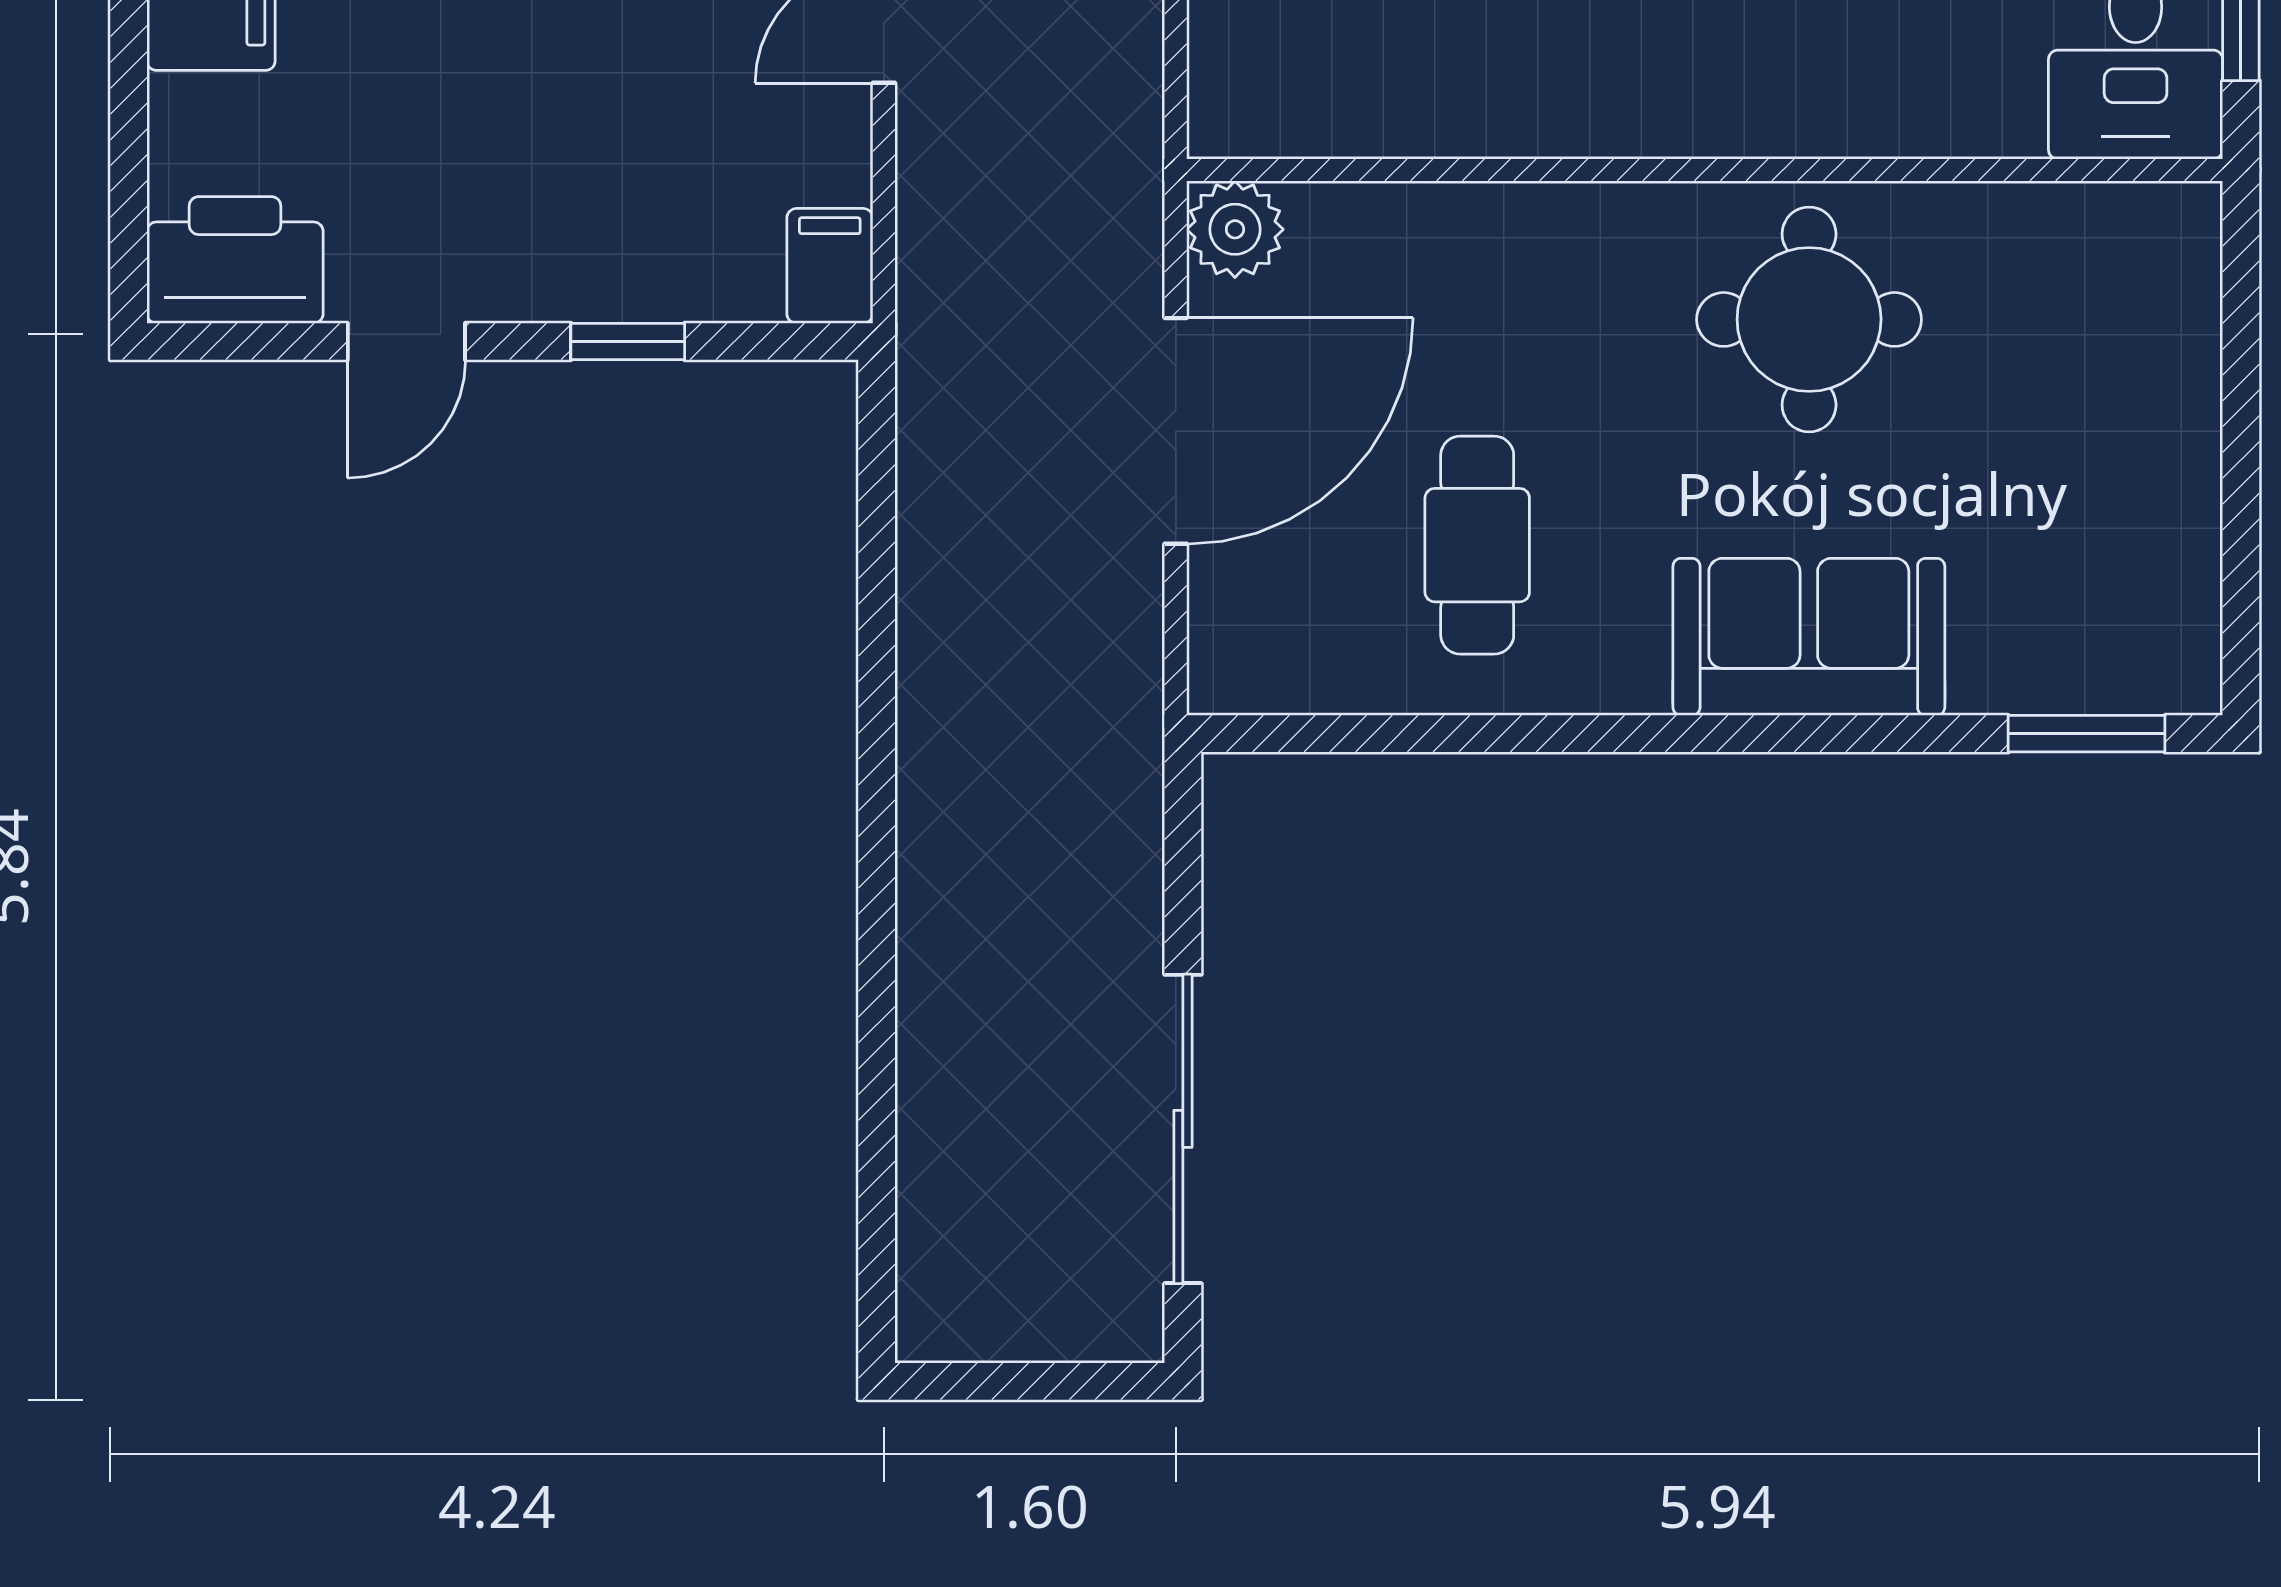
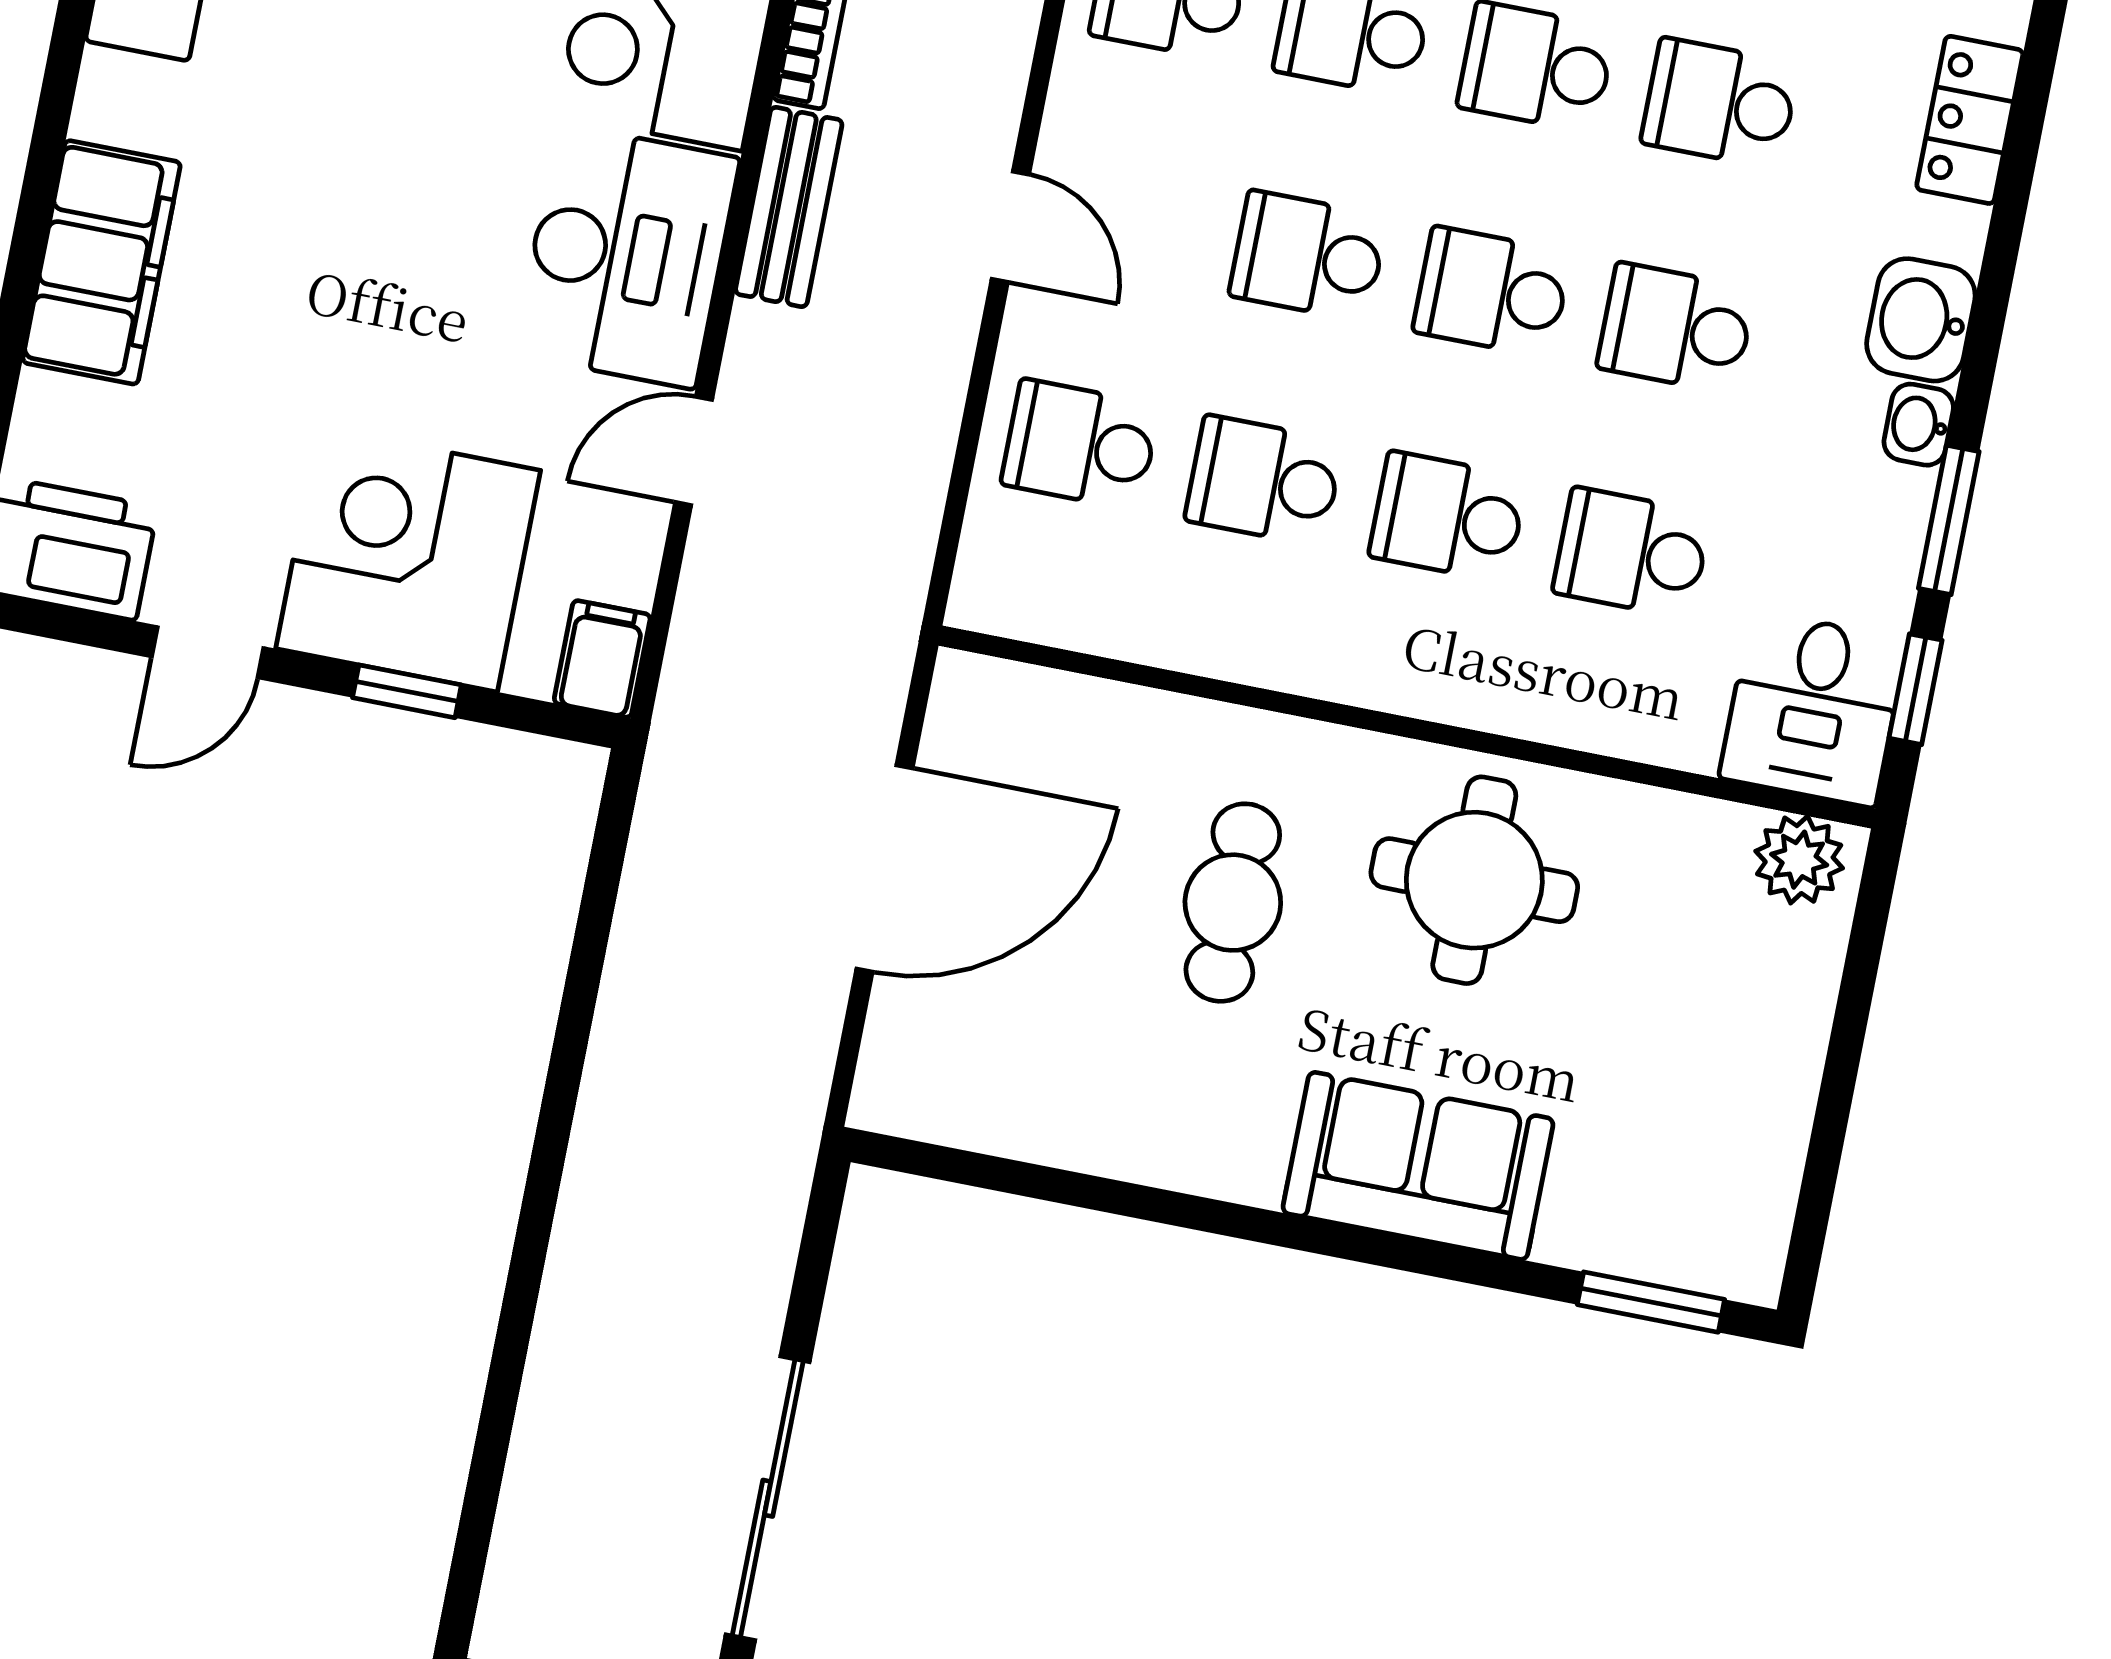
corner desk: (601, 200) -> (408, 559), added
plant: (1235, 229) -> (1799, 860), moved
cafe table: (1477, 545) -> (1233, 903), moved

